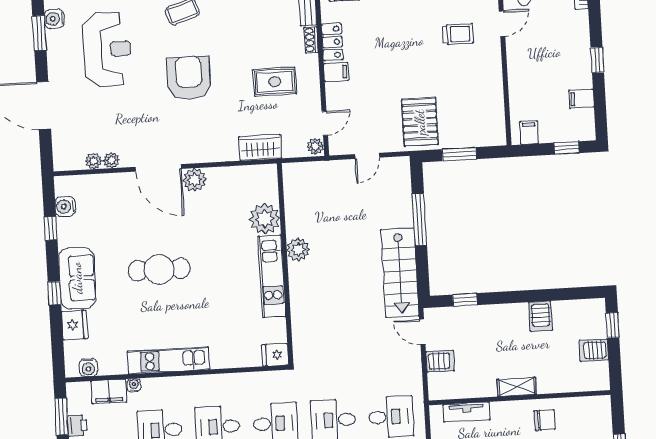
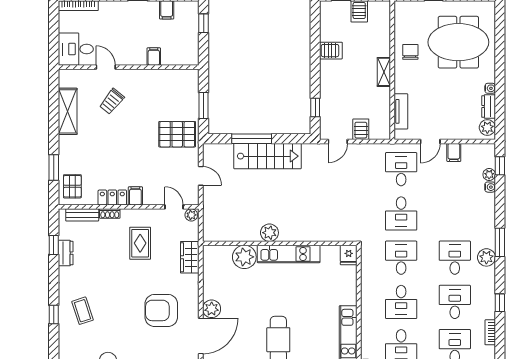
trolley: (458, 34) -> (112, 101), turned -141
armchair: (189, 78) -> (161, 310), moved
filing cabinet: (529, 133) -> (154, 56), moved, turned 90
stairs: (400, 273) -> (267, 156), moved

